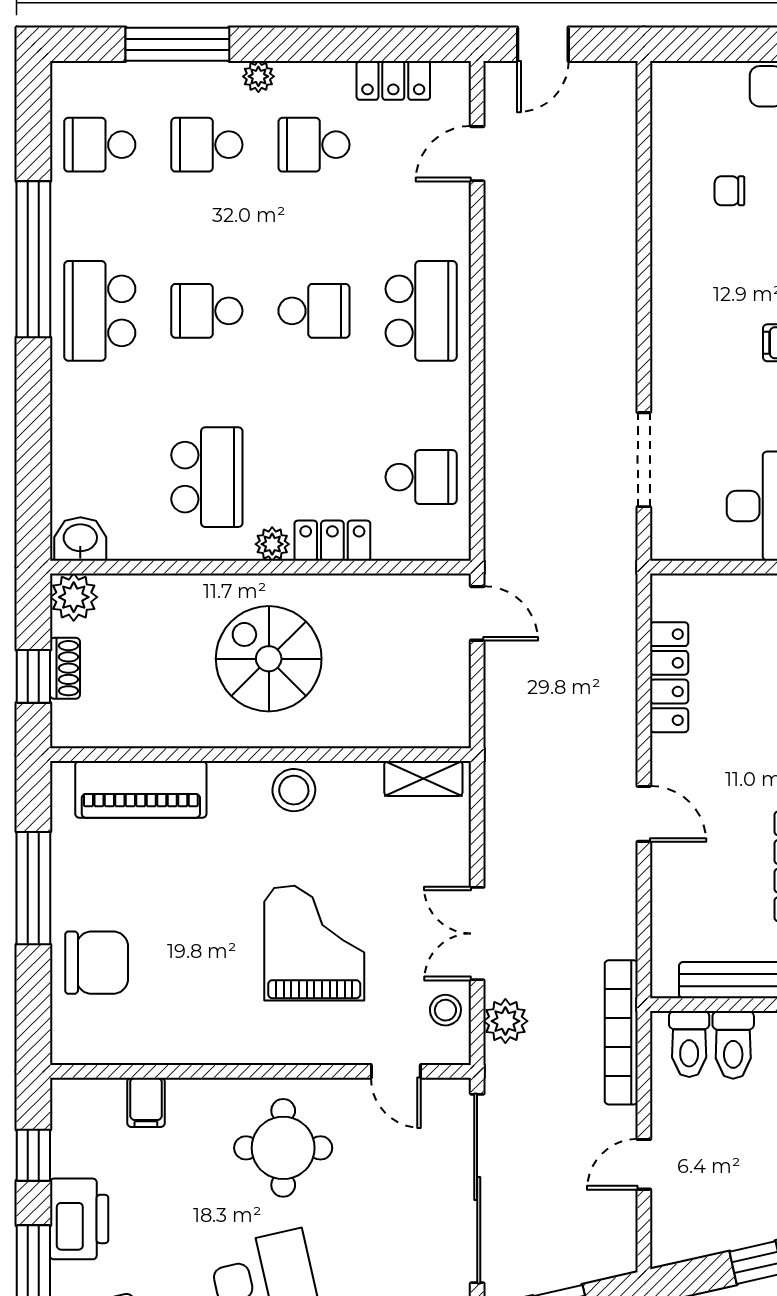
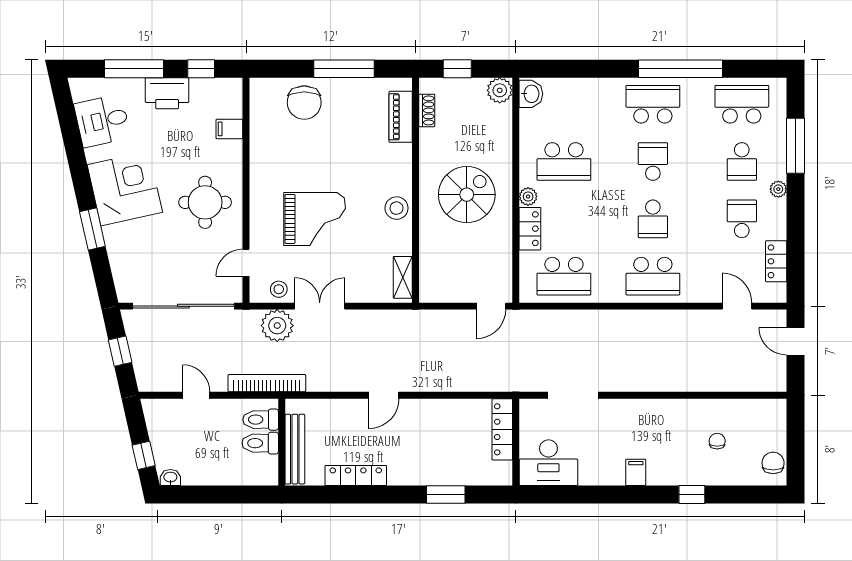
school desk: (100, 145) -> (742, 104), width x1.85
school desk: (207, 145) -> (742, 162), turned 180
school desk: (421, 477) -> (564, 276), width x1.85
shoe rack: (65, 668) -> (427, 110), moved, turned -90
locker: (669, 677) -> (502, 429), moved, turned 90
piano: (141, 789) -> (401, 117), width x0.73, depth x0.75
plant: (505, 1021) -> (277, 326), width x1.36, depth x1.36

